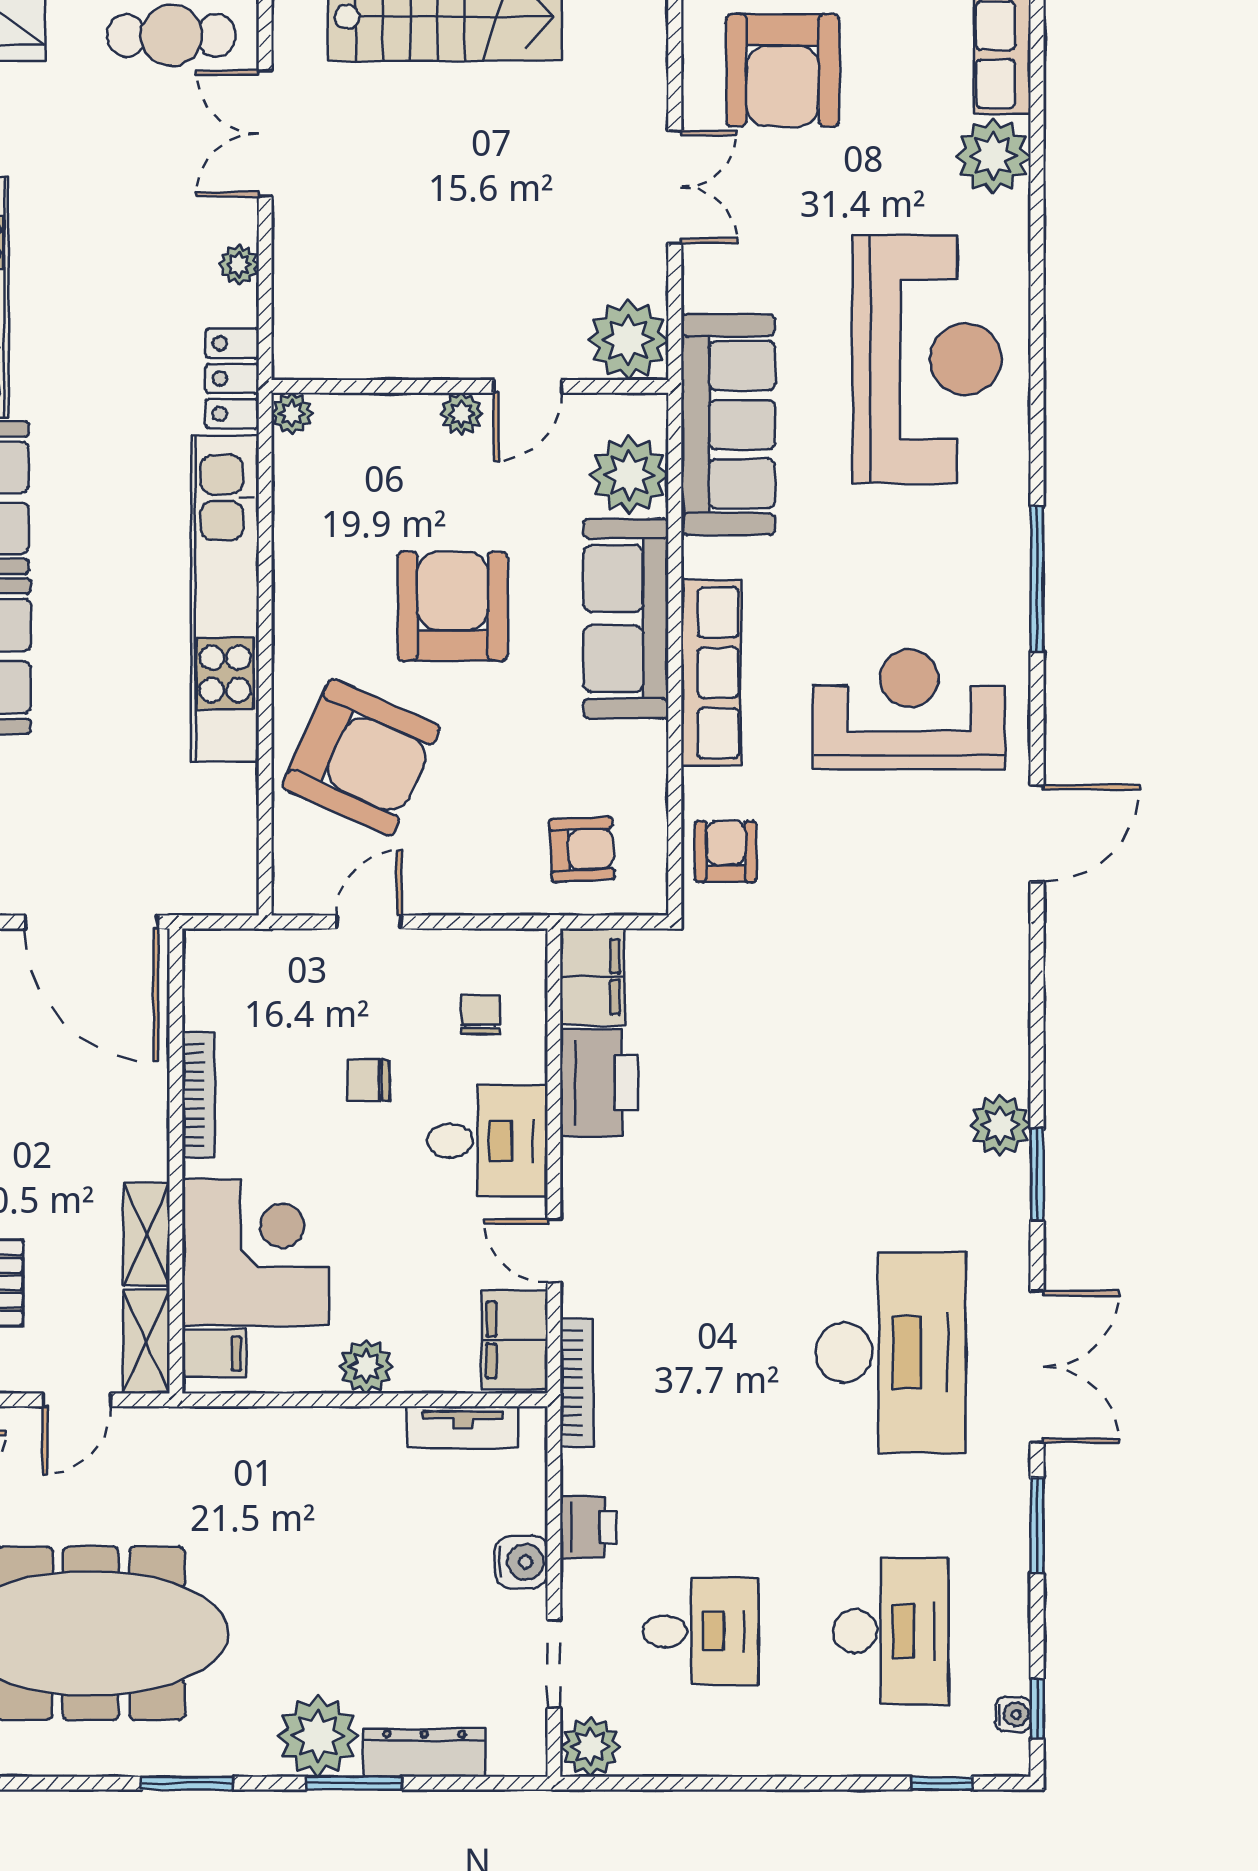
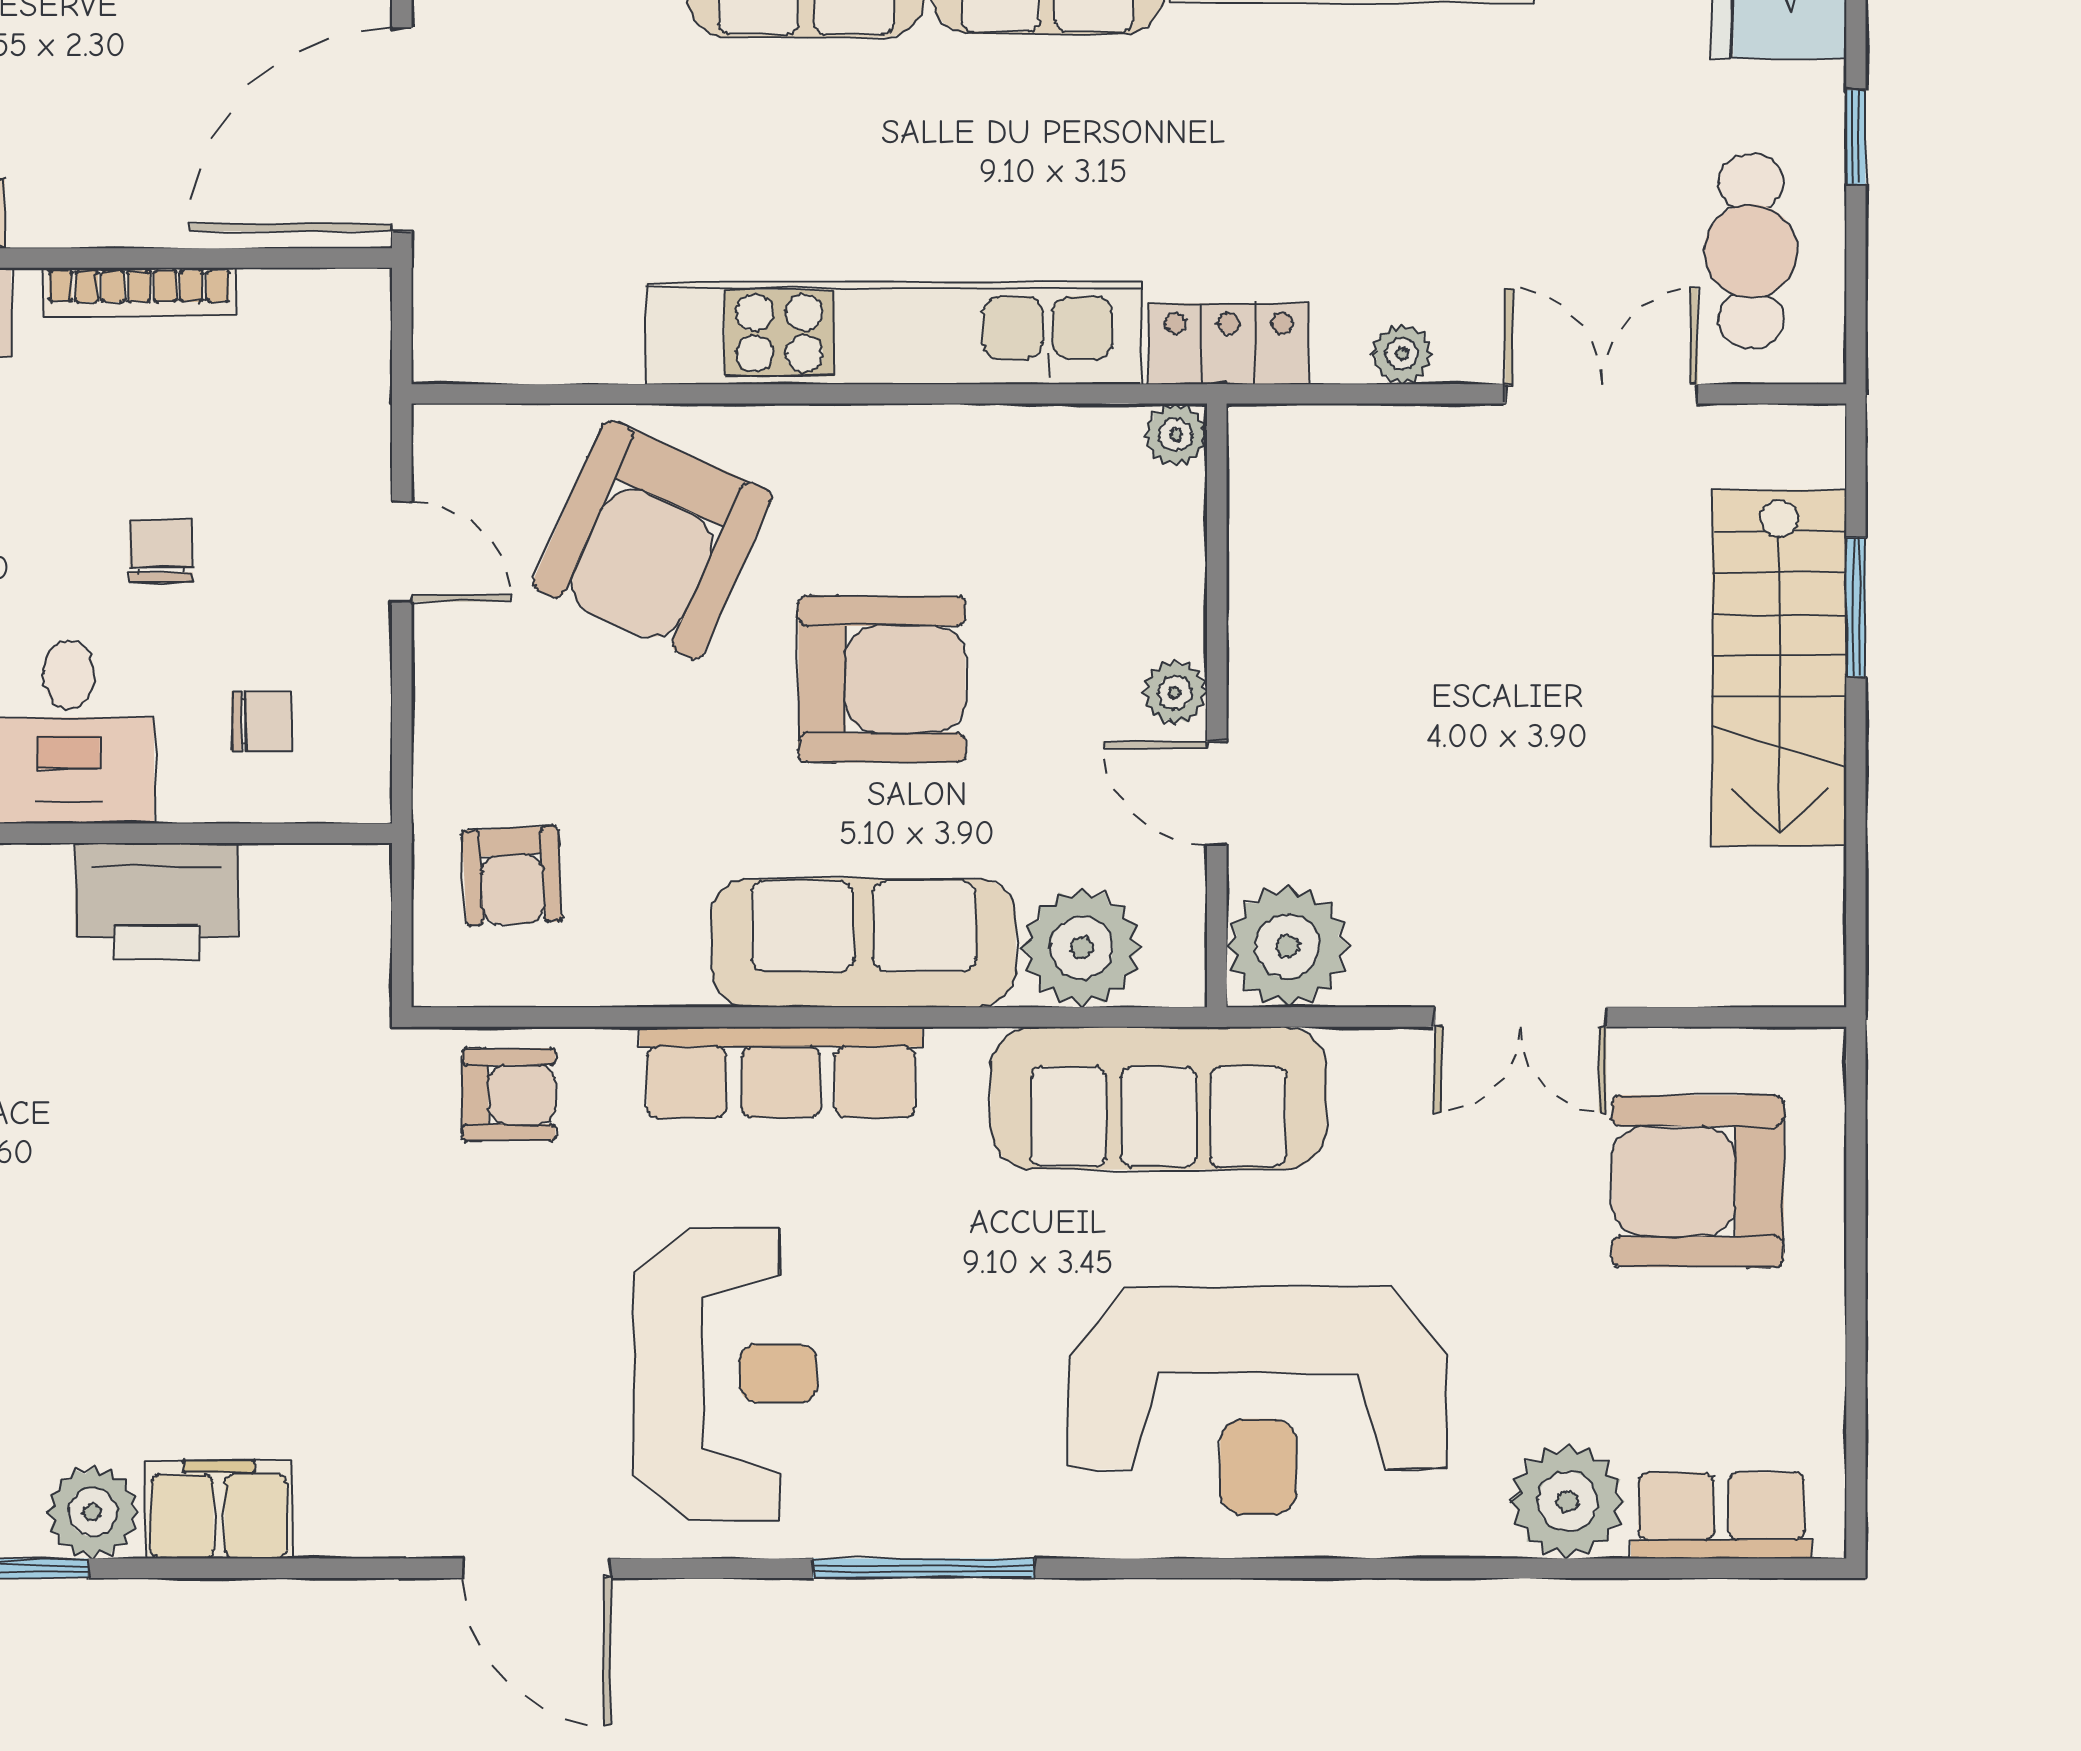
filing cabinet: (592, 977) -> (219, 1510), moved, turned 180

